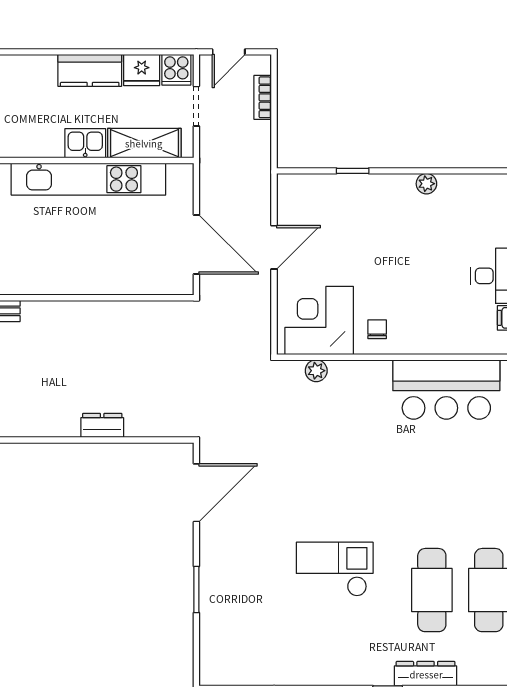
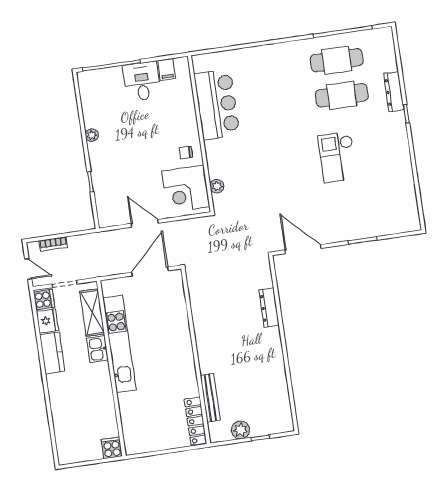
dresser: (102, 425) -> (269, 307), width x1.44

